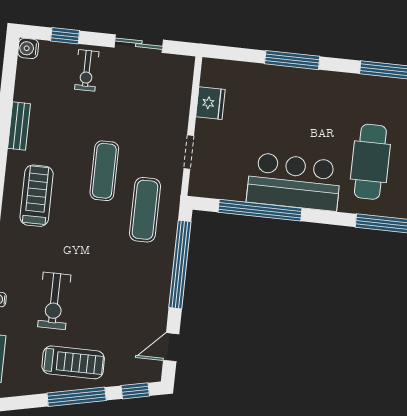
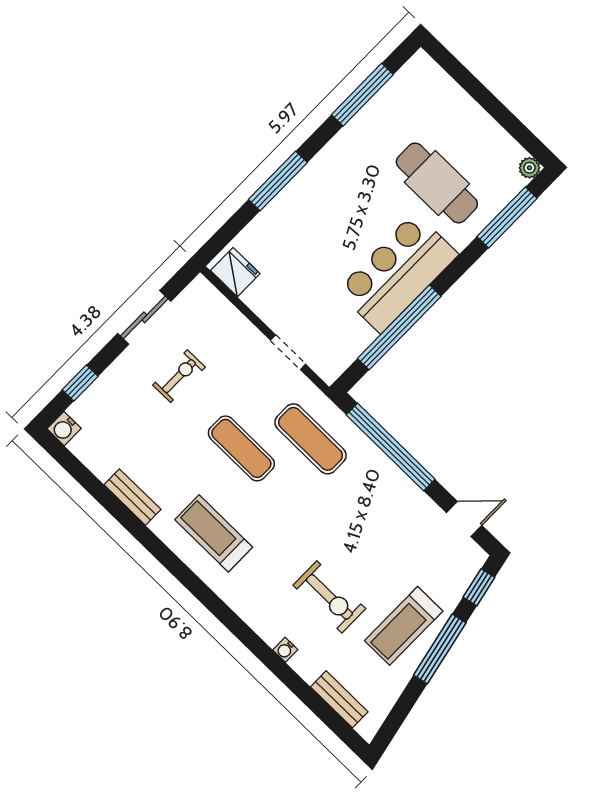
exercise bike: (87, 70) -> (179, 376), moved, turned -90
fridge: (210, 103) -> (235, 272), moved
door: (171, 347) -> (464, 519), swing flipped
treadmill: (73, 362) -> (404, 626), turned 180

